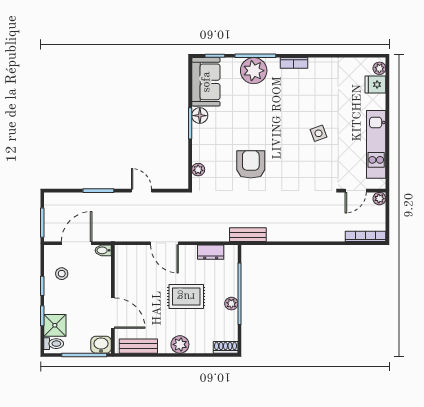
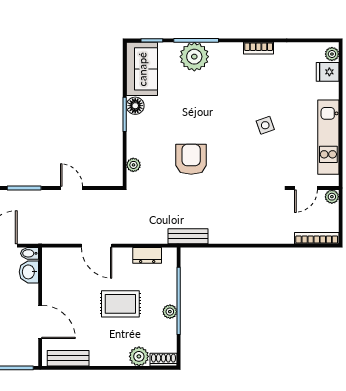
bookcase: (294, 63) -> (259, 48), moved
plant: (180, 344) -> (139, 356), moved
washbasin: (101, 345) -> (29, 272), moved, turned -90

